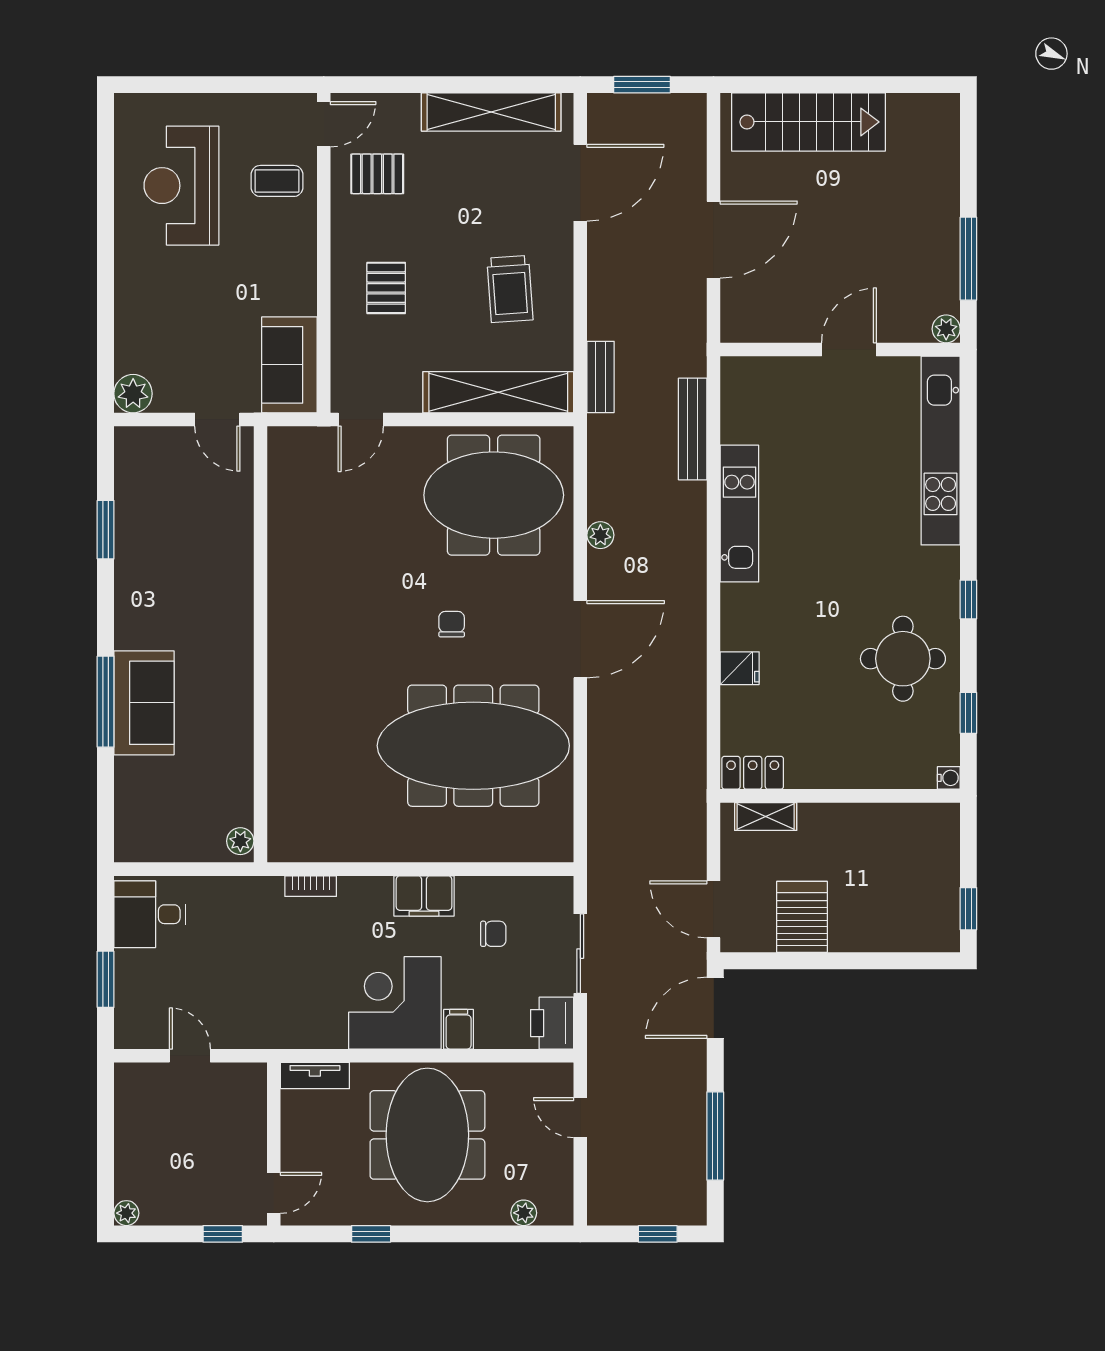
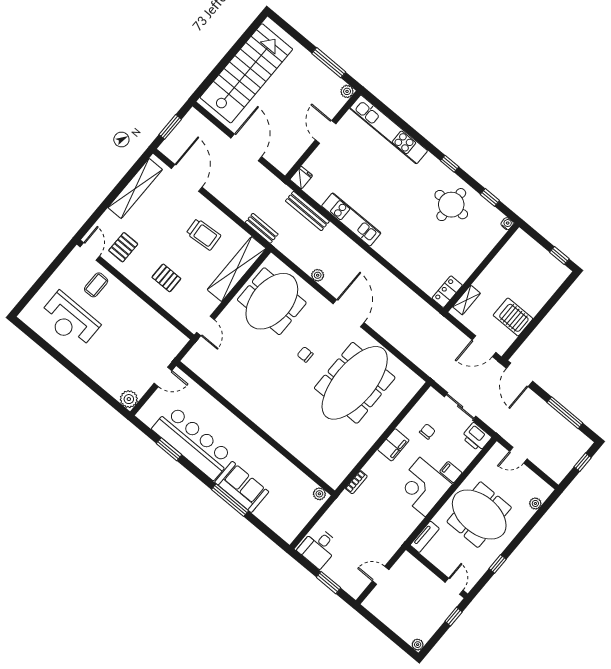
stairs: (808, 122) -> (246, 73), width x1.36, depth x1.51
sofa: (289, 365) -> (165, 335), removed
bar counter: (150, 560) -> (193, 442), added
fridge: (740, 668) -> (301, 178), moved

